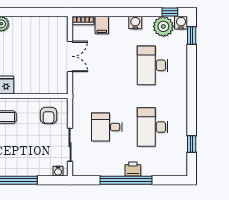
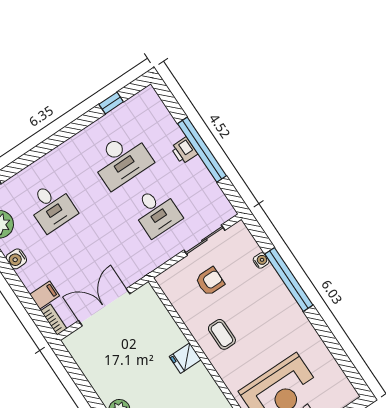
double door: (70, 56) -> (104, 307), width x1.37
desk: (153, 65) -> (52, 207), width x0.73
armchair: (49, 115) -> (210, 281), moved
water cooler: (58, 171) -> (261, 260), moved

